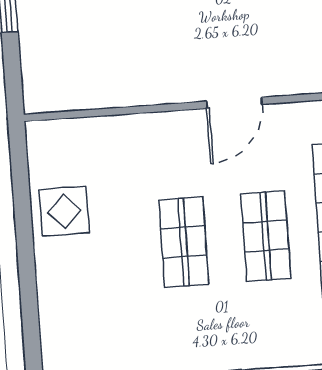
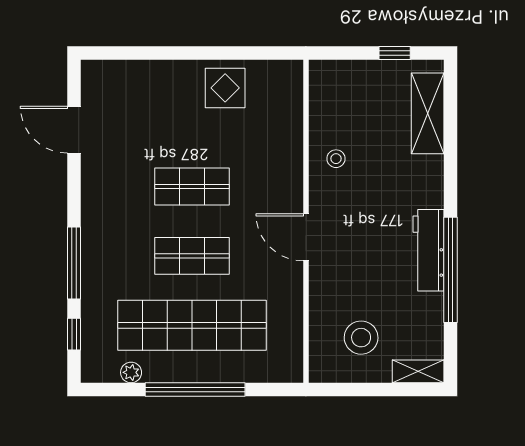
stool: (139, 74) -> (336, 159), added

